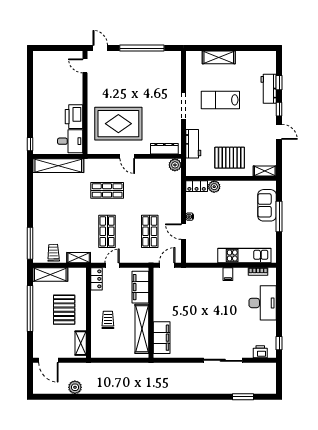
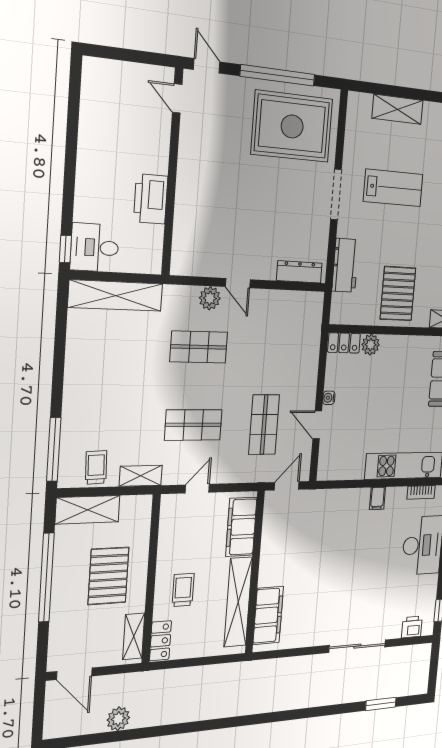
lab bench: (220, 100) -> (393, 188), turned 180
rug: (118, 124) -> (292, 126), moved
desk: (70, 141) -> (95, 248), moved, turned 180
pallet: (230, 158) -> (398, 293), turned 90
plant: (175, 165) -> (210, 298), moved
shop shelf: (107, 231) -> (193, 425), turned 90
locker: (96, 279) -> (160, 641), moved

